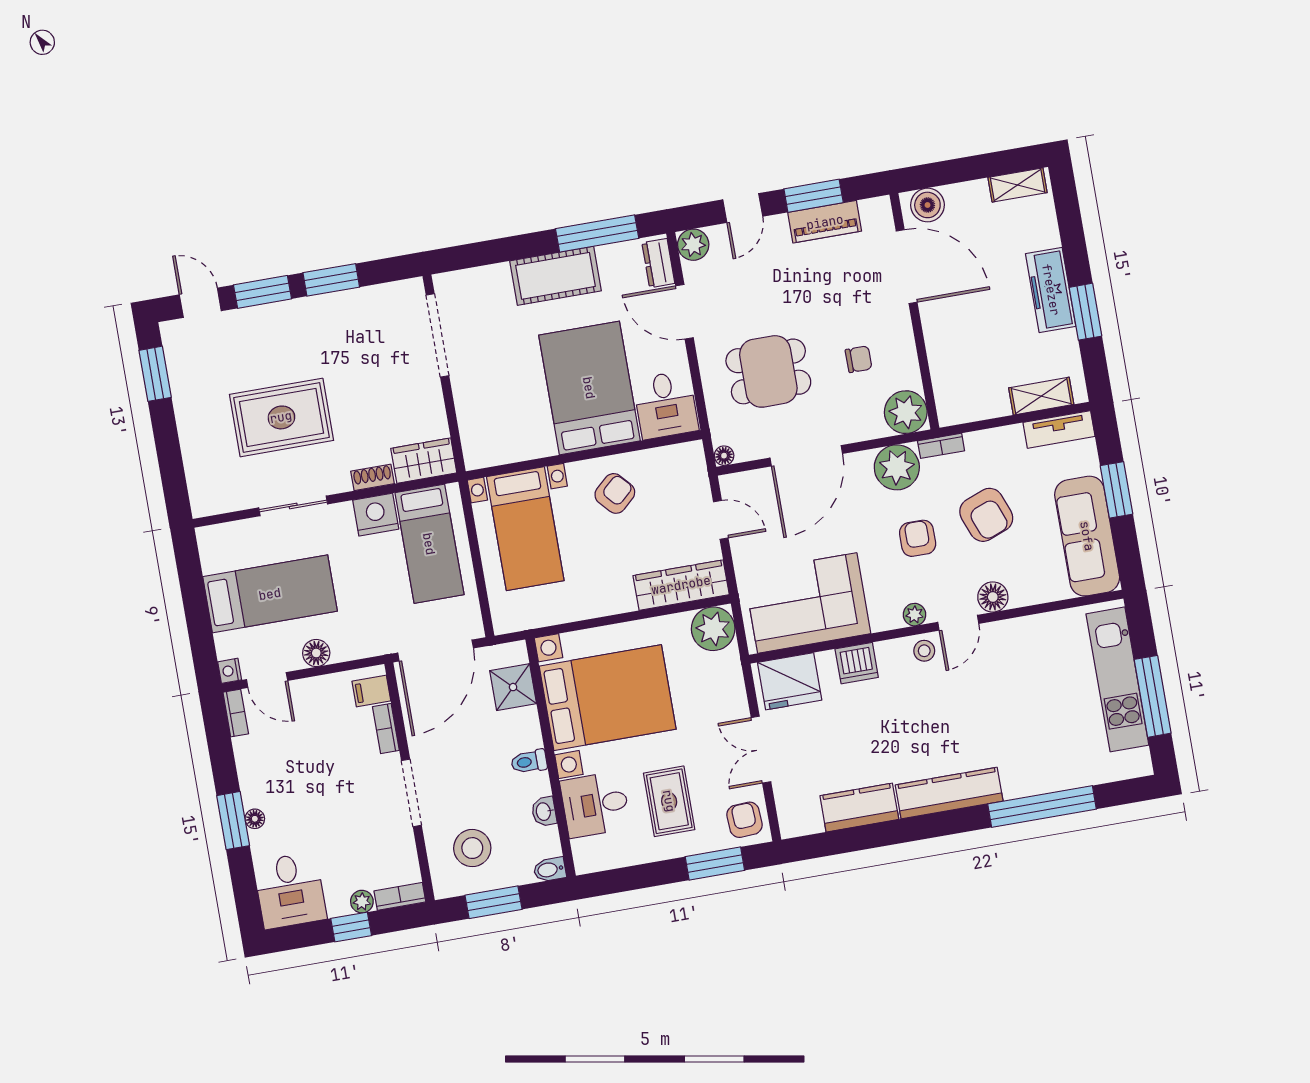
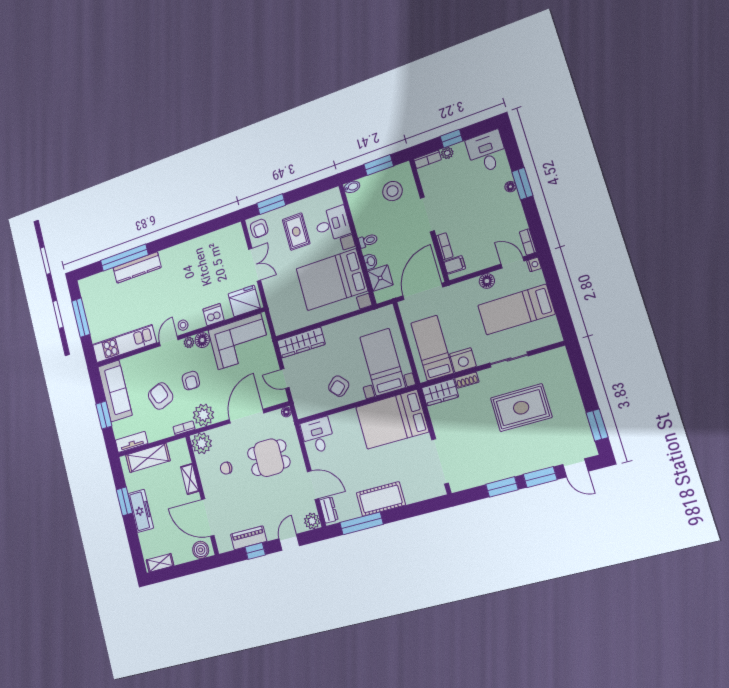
window: (814, 196) -> (255, 551), width x0.67
shelving: (938, 345) -> (190, 479), added
bed: (589, 388) -> (392, 419), moved, turned 90
shelving: (1041, 396) -> (148, 458), width x1.50, depth x1.33
floor lamp: (993, 597) -> (202, 340), moved
plant: (713, 629) -> (283, 322), removed
kitchen unit: (1117, 679) -> (124, 344), moved, turned -90
kitchen counter: (949, 793) -> (137, 268), moved
kitchen counter: (859, 808) -> (206, 243), removed
washbasin: (544, 812) -> (371, 261), moved

